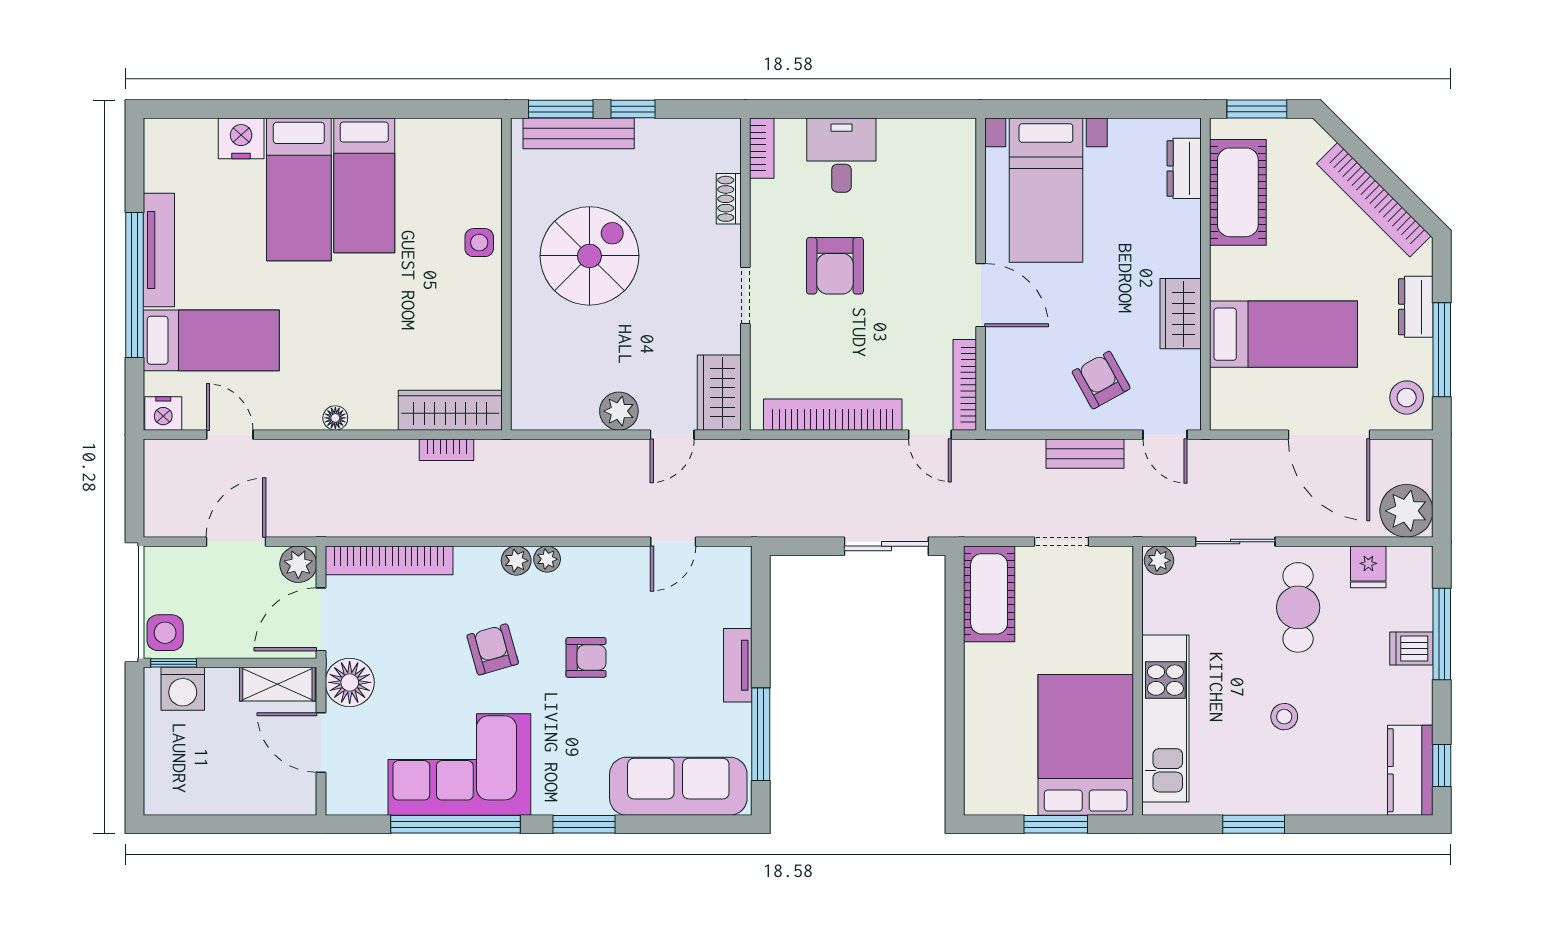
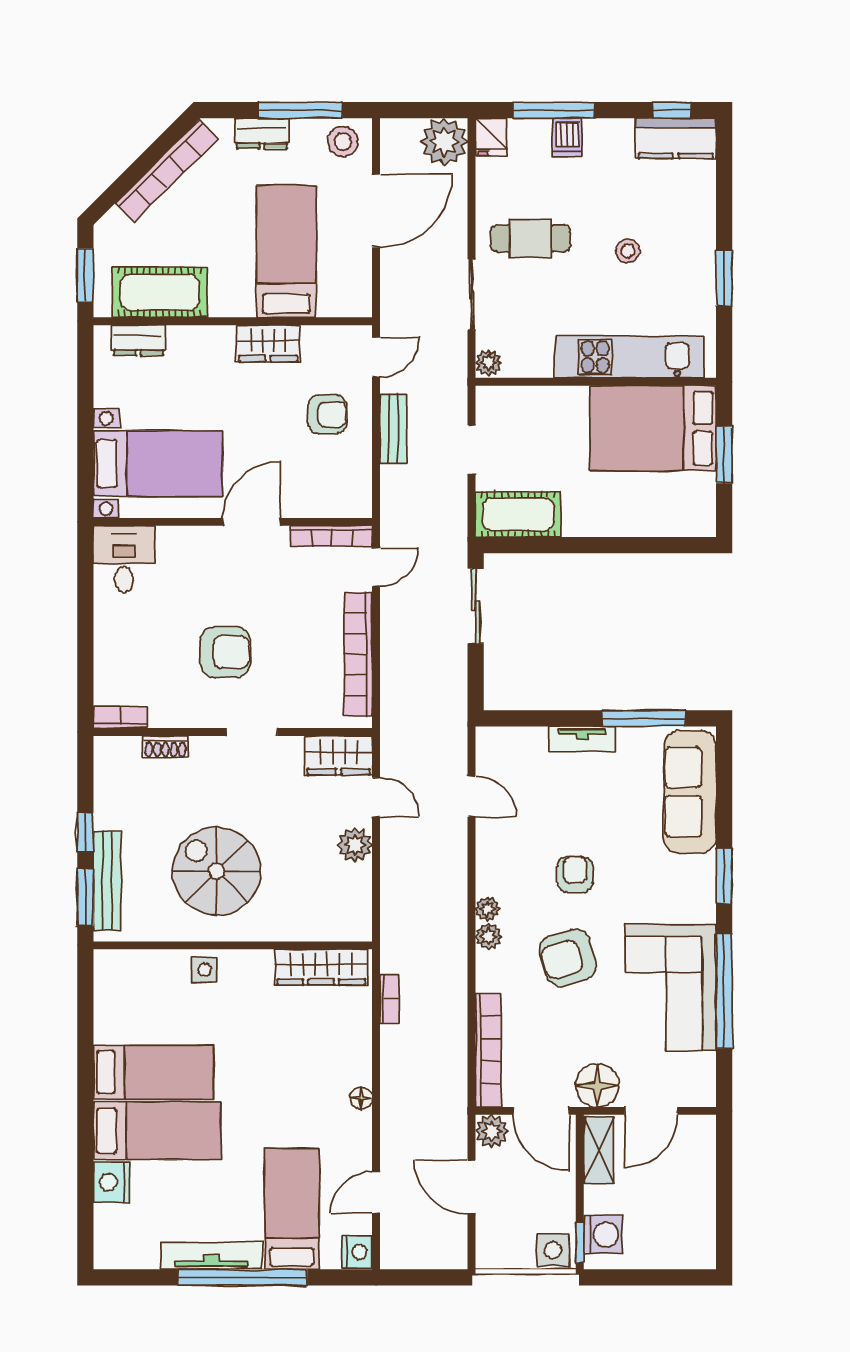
desk: (841, 155) -> (124, 559), moved, turned 90
armchair: (1101, 380) -> (327, 414), turned -151
wardrobe: (450, 410) -> (321, 967), moved, turned -90
fridge: (1368, 567) -> (491, 137), moved, turned 90
armchair: (493, 649) -> (568, 958), width x1.38, depth x1.38

